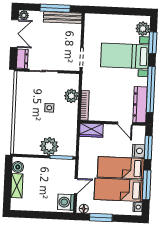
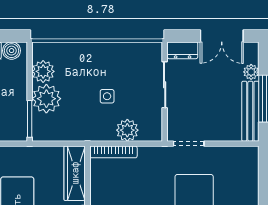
plant: (24, 15) -> (251, 72), moved
wardrobe: (91, 130) -> (75, 173), width x1.50
plant: (32, 148) -> (43, 71), added

